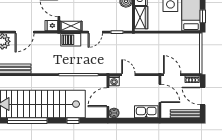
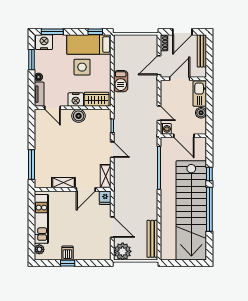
barbecue: (71, 40) -> (121, 81), moved
door: (128, 75) -> (159, 113), swing flipped
boiler: (114, 113) -> (201, 113), moved
window: (27, 121) -> (209, 209), moved

